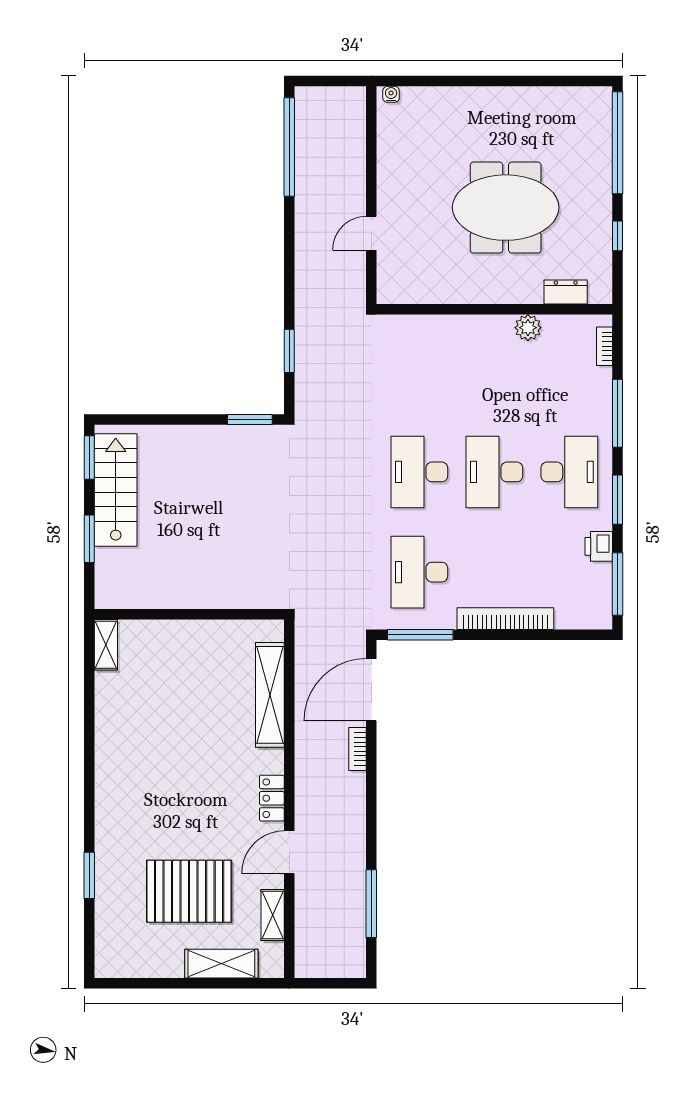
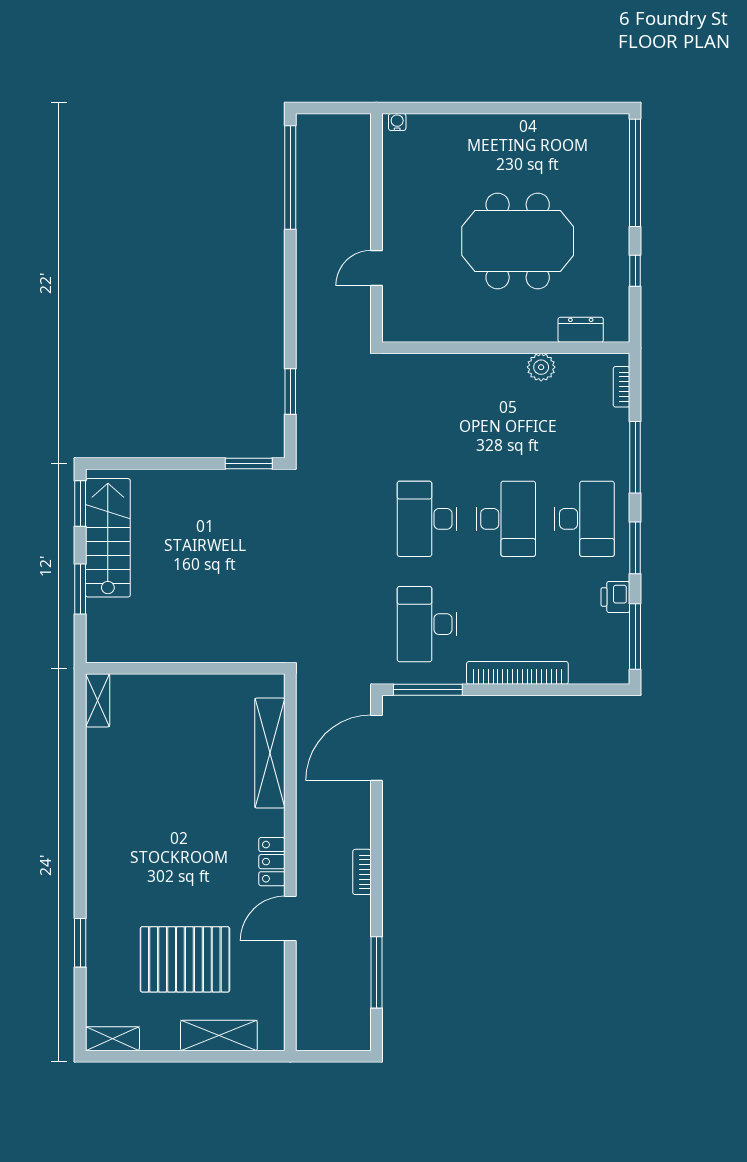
desk: (494, 472) -> (506, 519), turned 180
bookcase: (358, 749) -> (362, 872), moved
shelving: (273, 915) -> (112, 1039), moved, turned 90

